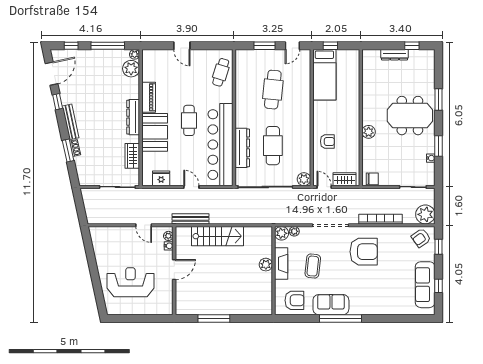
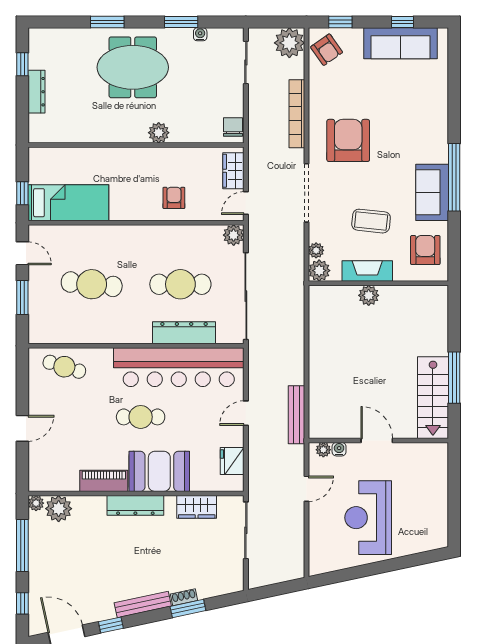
meeting table: (410, 116) -> (133, 67), turned 90
stairs: (218, 236) -> (433, 398), moved, turned 180
reception desk: (130, 282) -> (368, 518), moved

